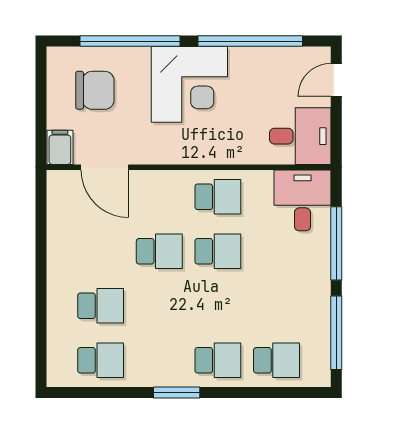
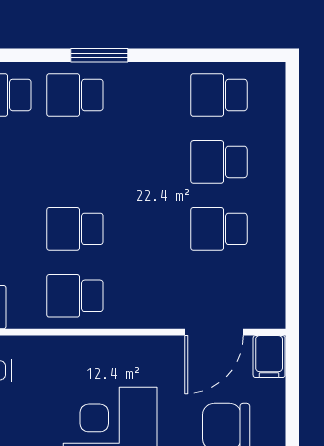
door: (105, 167) -> (214, 332), swing flipped
school desk: (159, 251) -> (219, 229), moved
window: (177, 393) -> (99, 55), moved

